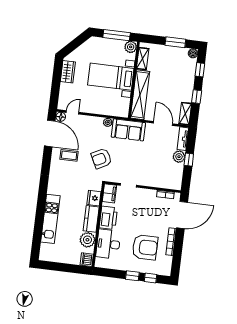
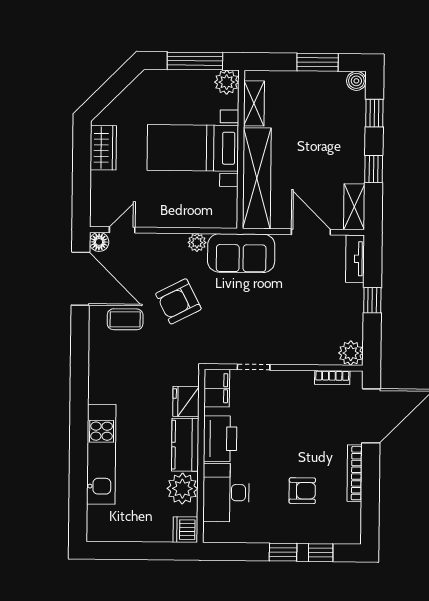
plant: (179, 157) -> (351, 353), moved
armchair: (101, 159) -> (178, 301), moved
armchair: (145, 247) -> (302, 491), width x0.53, depth x0.53

